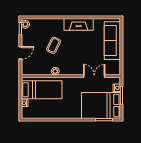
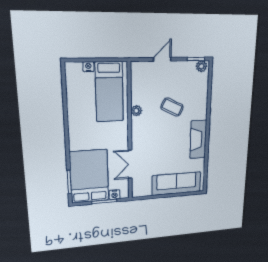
door: (20, 53) -> (162, 59), swing flipped
double door: (94, 76) -> (130, 164), swing flipped

